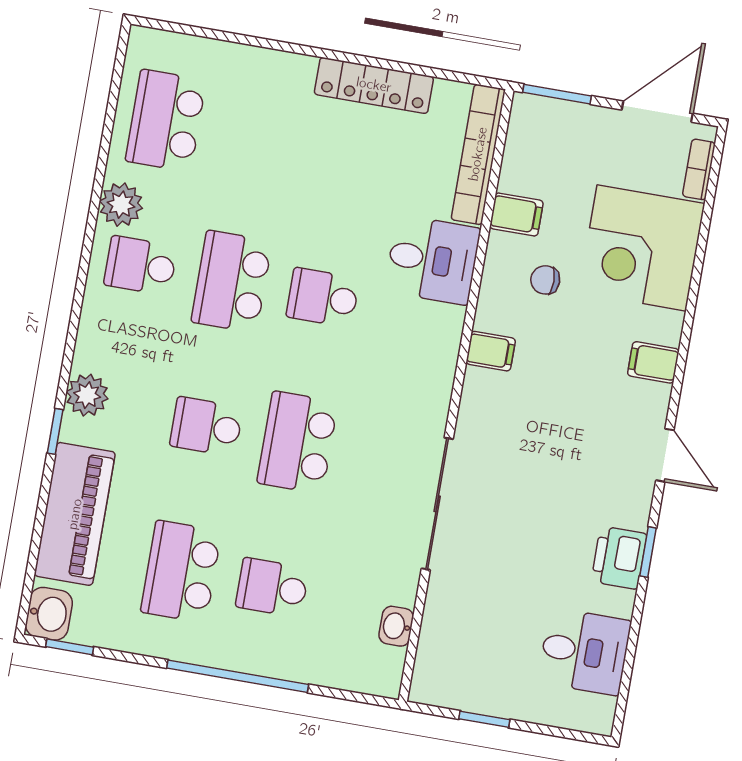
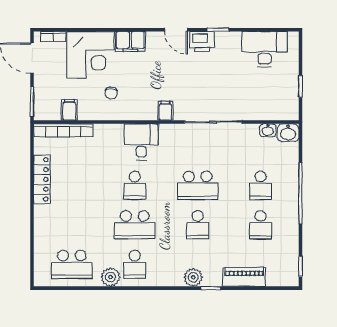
filing cabinet: (516, 215) -> (69, 110), moved
desk: (432, 260) -> (141, 142), moved
filing cabinet: (491, 351) -> (165, 111), moved
filing cabinet: (653, 362) -> (130, 41), width x2.00
door: (665, 455) -> (176, 30), swing flipped
piano: (75, 514) -> (244, 277), width x0.73, depth x0.75
printer: (619, 558) -> (202, 41), moved
school desk: (181, 572) -> (261, 225), width x0.54
washbasin: (49, 614) -> (288, 133), moved, turned 180
desk: (584, 652) -> (265, 49), width x1.37

